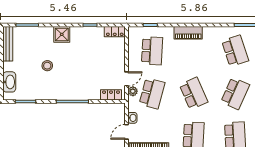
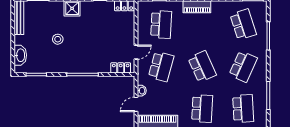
plant: (133, 91) -> (142, 64), removed

